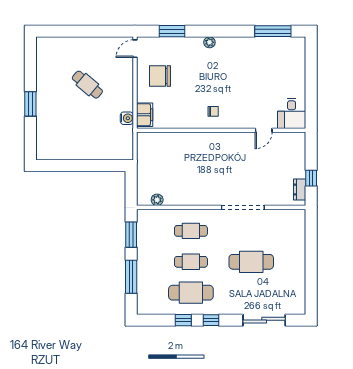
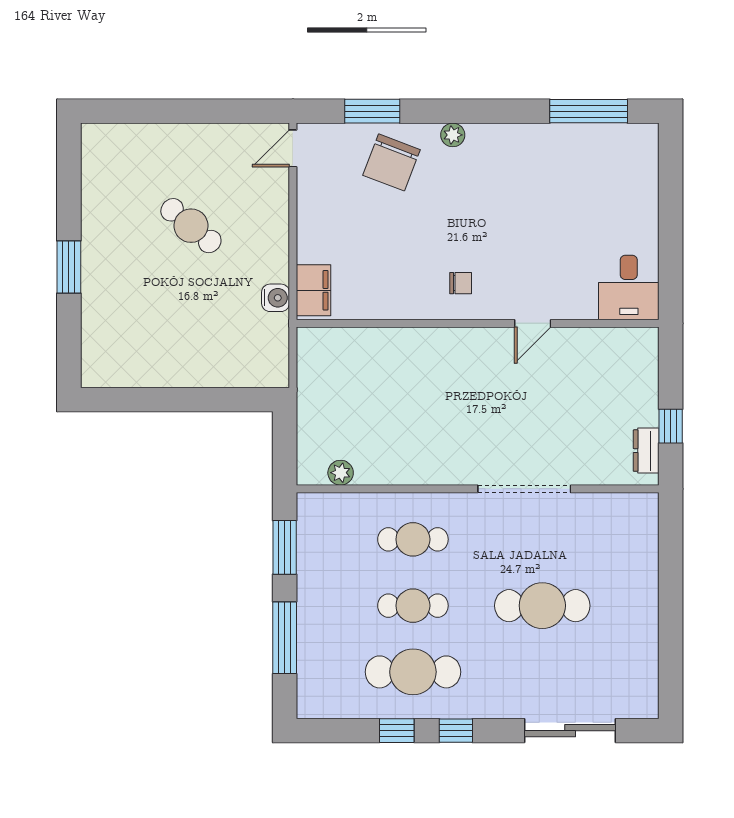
chair: (160, 76) -> (391, 162), moved, turned -69
door: (264, 130) -> (533, 323), moved

